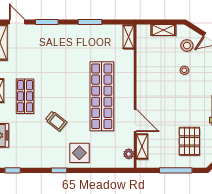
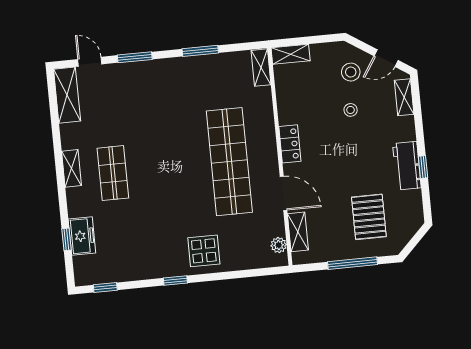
shelving: (163, 30) -> (291, 54), moved
locker: (143, 89) -> (290, 144), added
trolley: (56, 121) -> (164, 206), removed

